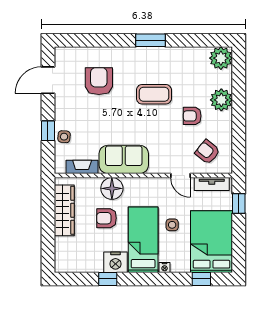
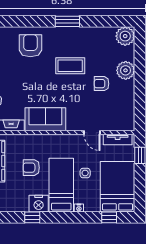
armchair: (99, 81) -> (30, 46), moved
armchair: (207, 152) -> (114, 113), removed
floor lamp: (112, 188) -> (36, 143), removed

